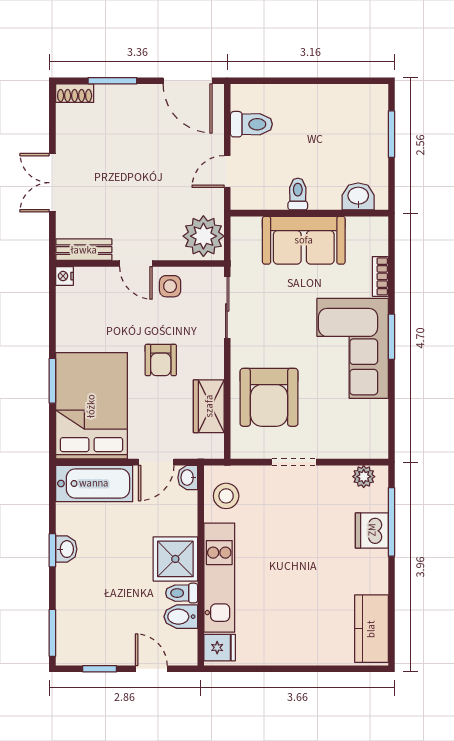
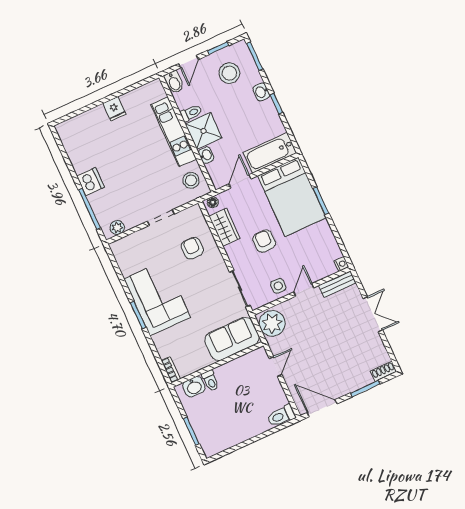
toilet: (251, 124) -> (281, 416), moved
toilet: (298, 194) -> (210, 381), moved
sofa: (304, 240) -> (232, 339), moved
door: (136, 263) -> (304, 290), hinge flipped
bookcase: (380, 276) -> (171, 370), moved
armchair: (269, 397) -> (192, 248), width x0.53, depth x0.53
floor lamp: (209, 450) -> (213, 202), added
washbasin: (188, 478) -> (206, 155), moved
dishwasher: (372, 530) -> (91, 182), moved
washbasin: (66, 549) -> (261, 92), moved
bidet: (181, 617) -> (174, 82), moved, turned 90
stool: (100, 625) -> (229, 73), added
kitchen counter: (371, 629) -> (73, 142), removed
fridge: (220, 648) -> (114, 109), moved, turned -90
door: (151, 669) -> (189, 62), hinge flipped

